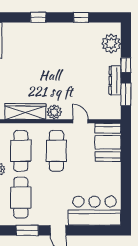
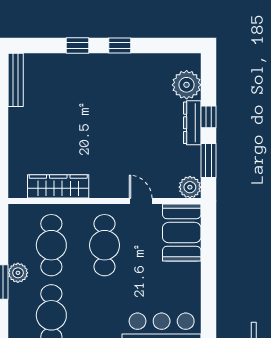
window: (81, 17) -> (120, 46), moved
dresser: (115, 80) -> (192, 123), moved
plant: (54, 112) -> (190, 187), moved

